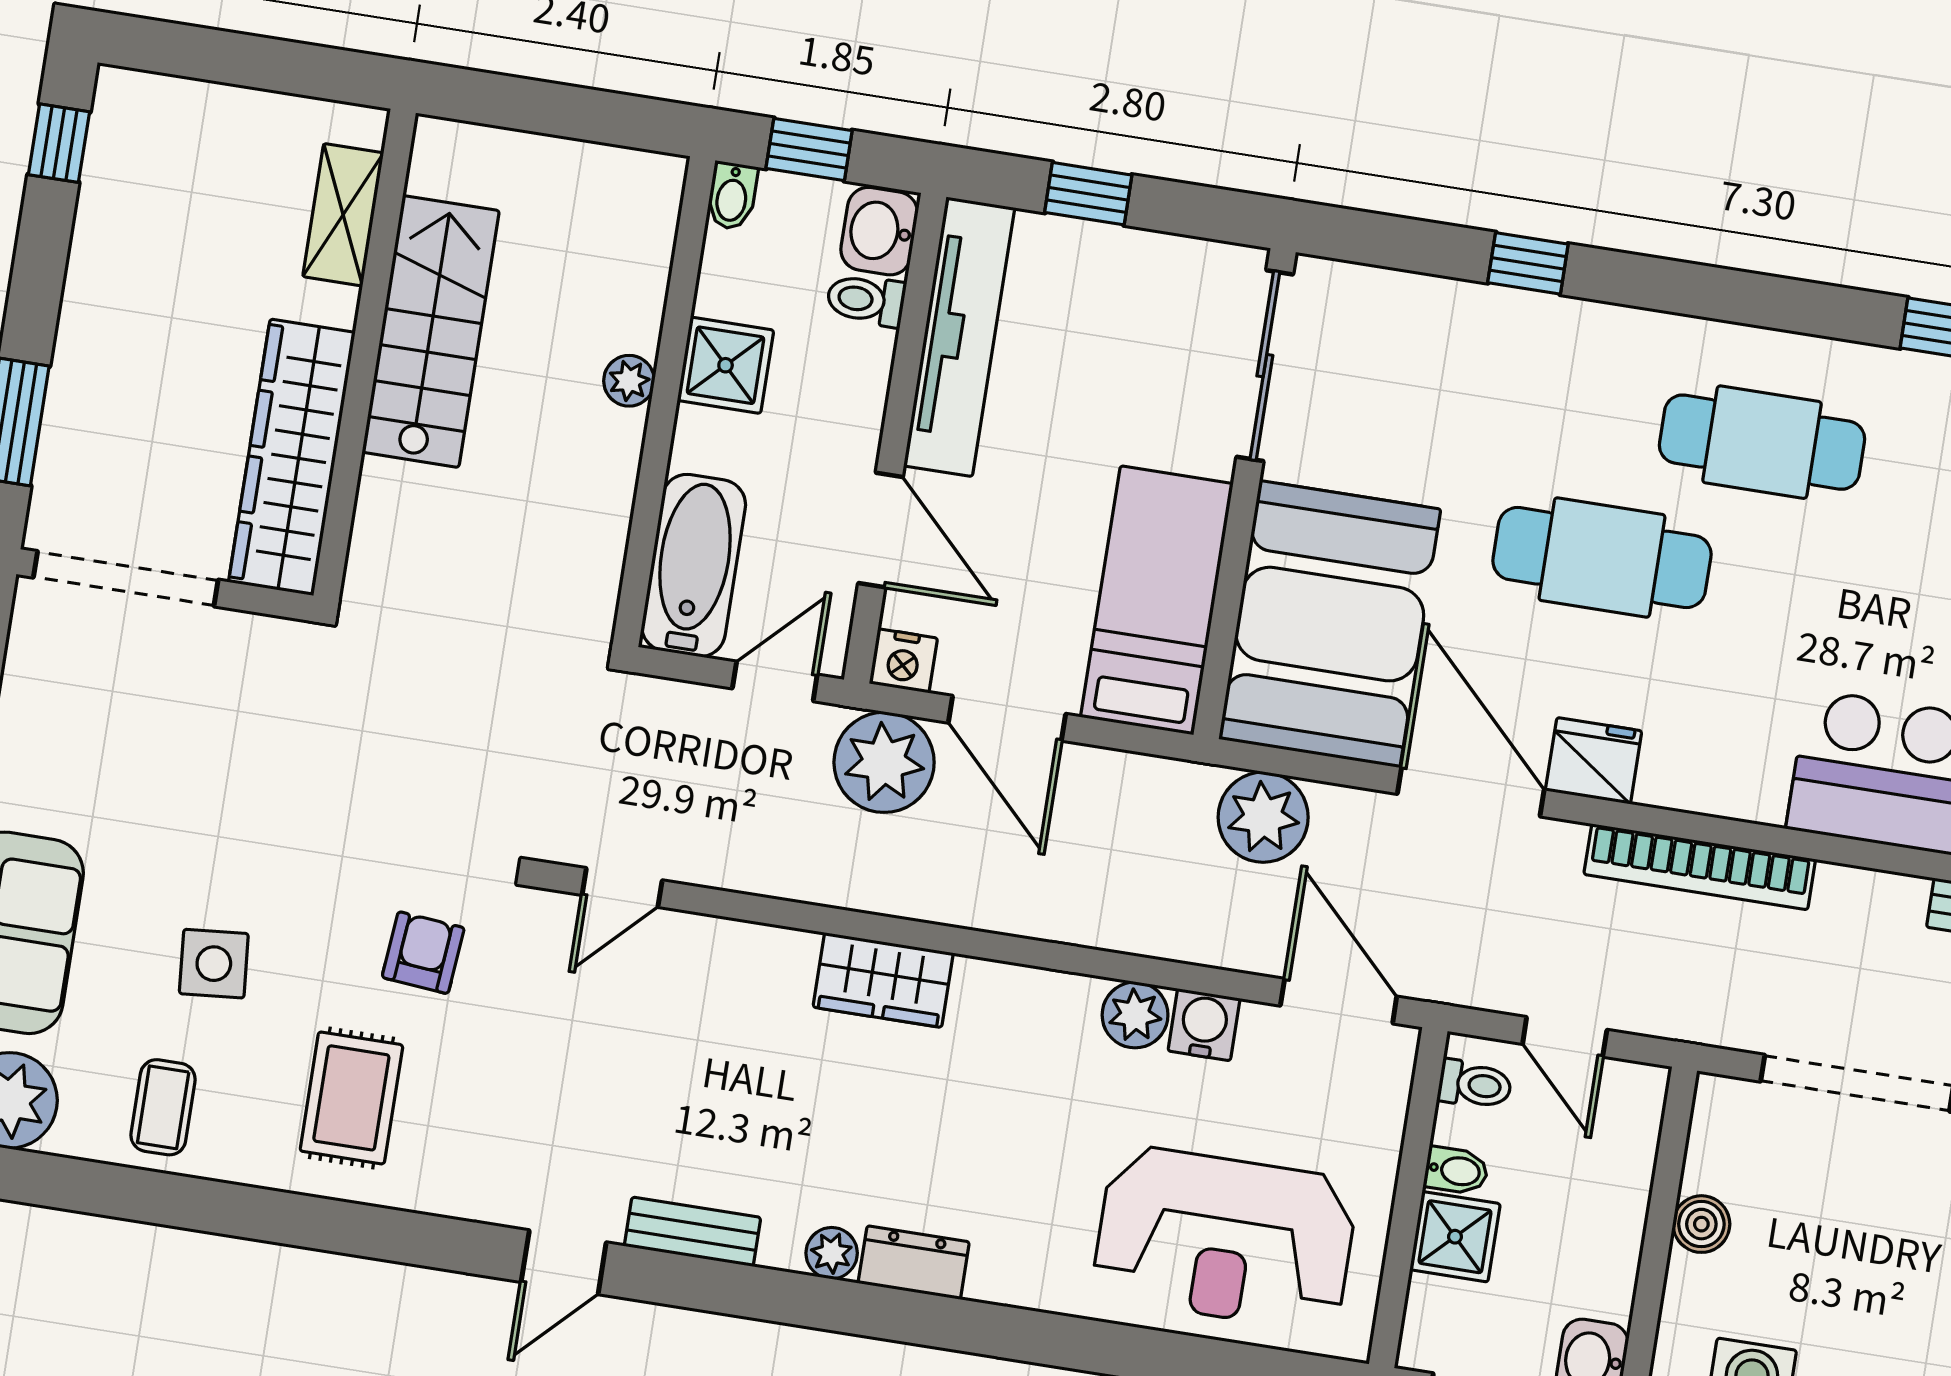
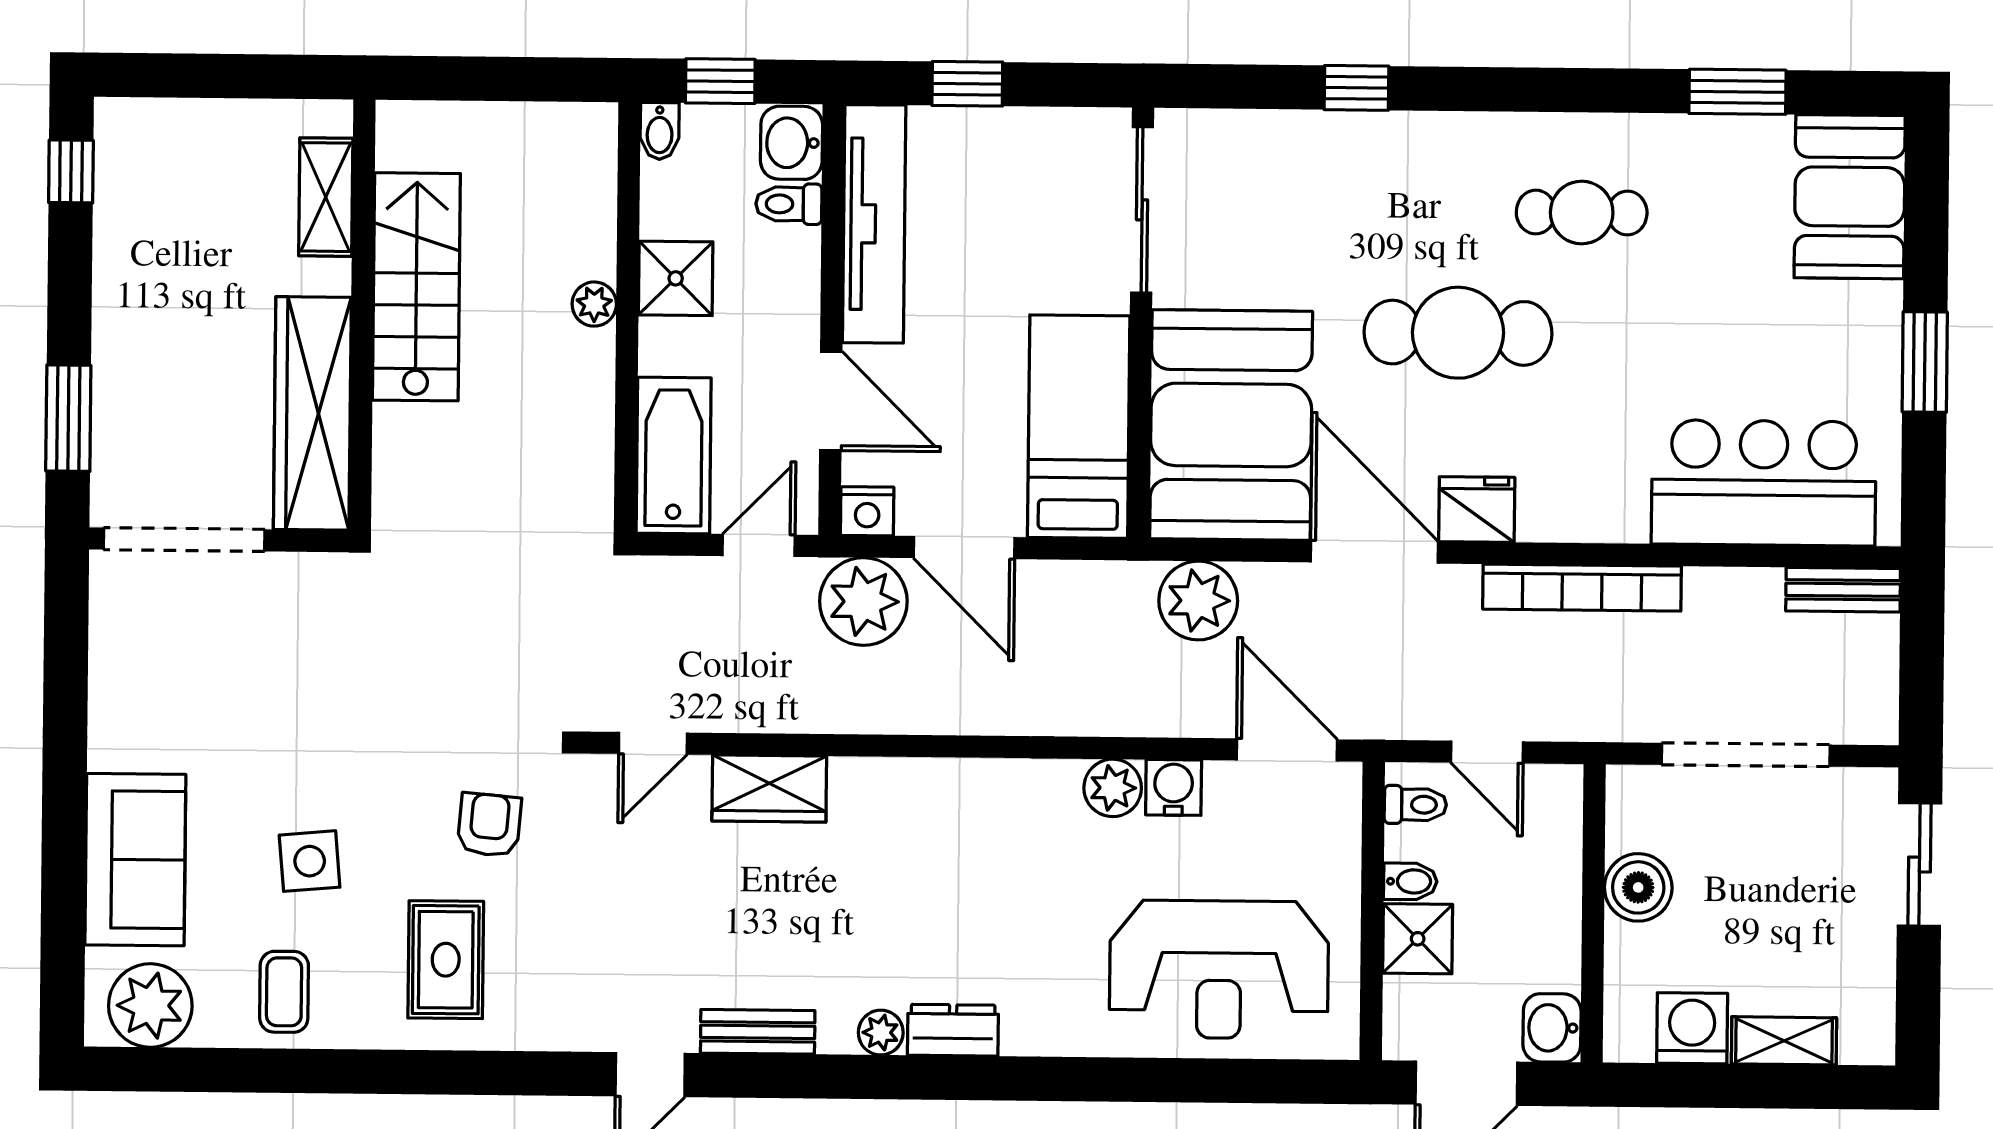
cafe table: (1762, 442) -> (1582, 213), width x0.73, depth x0.74
wardrobe: (883, 980) -> (769, 789), moved
boiler: (1701, 1224) -> (1638, 887), width x1.36, depth x1.36

